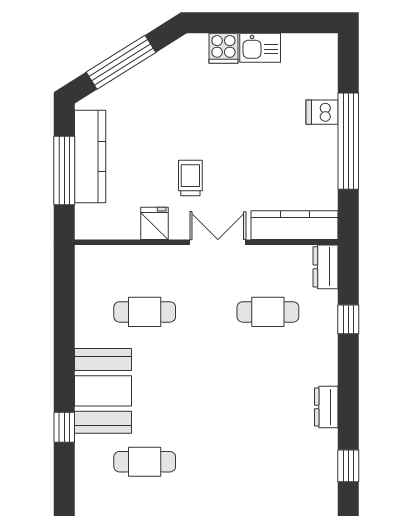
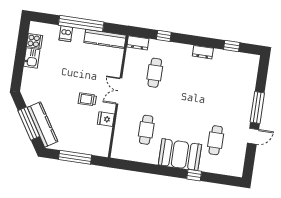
cooker: (223, 48) -> (34, 41), moved
kitchen counter: (90, 157) -> (42, 125), moved, turned 58
kitchen counter: (295, 225) -> (105, 39), moved, turned -90

